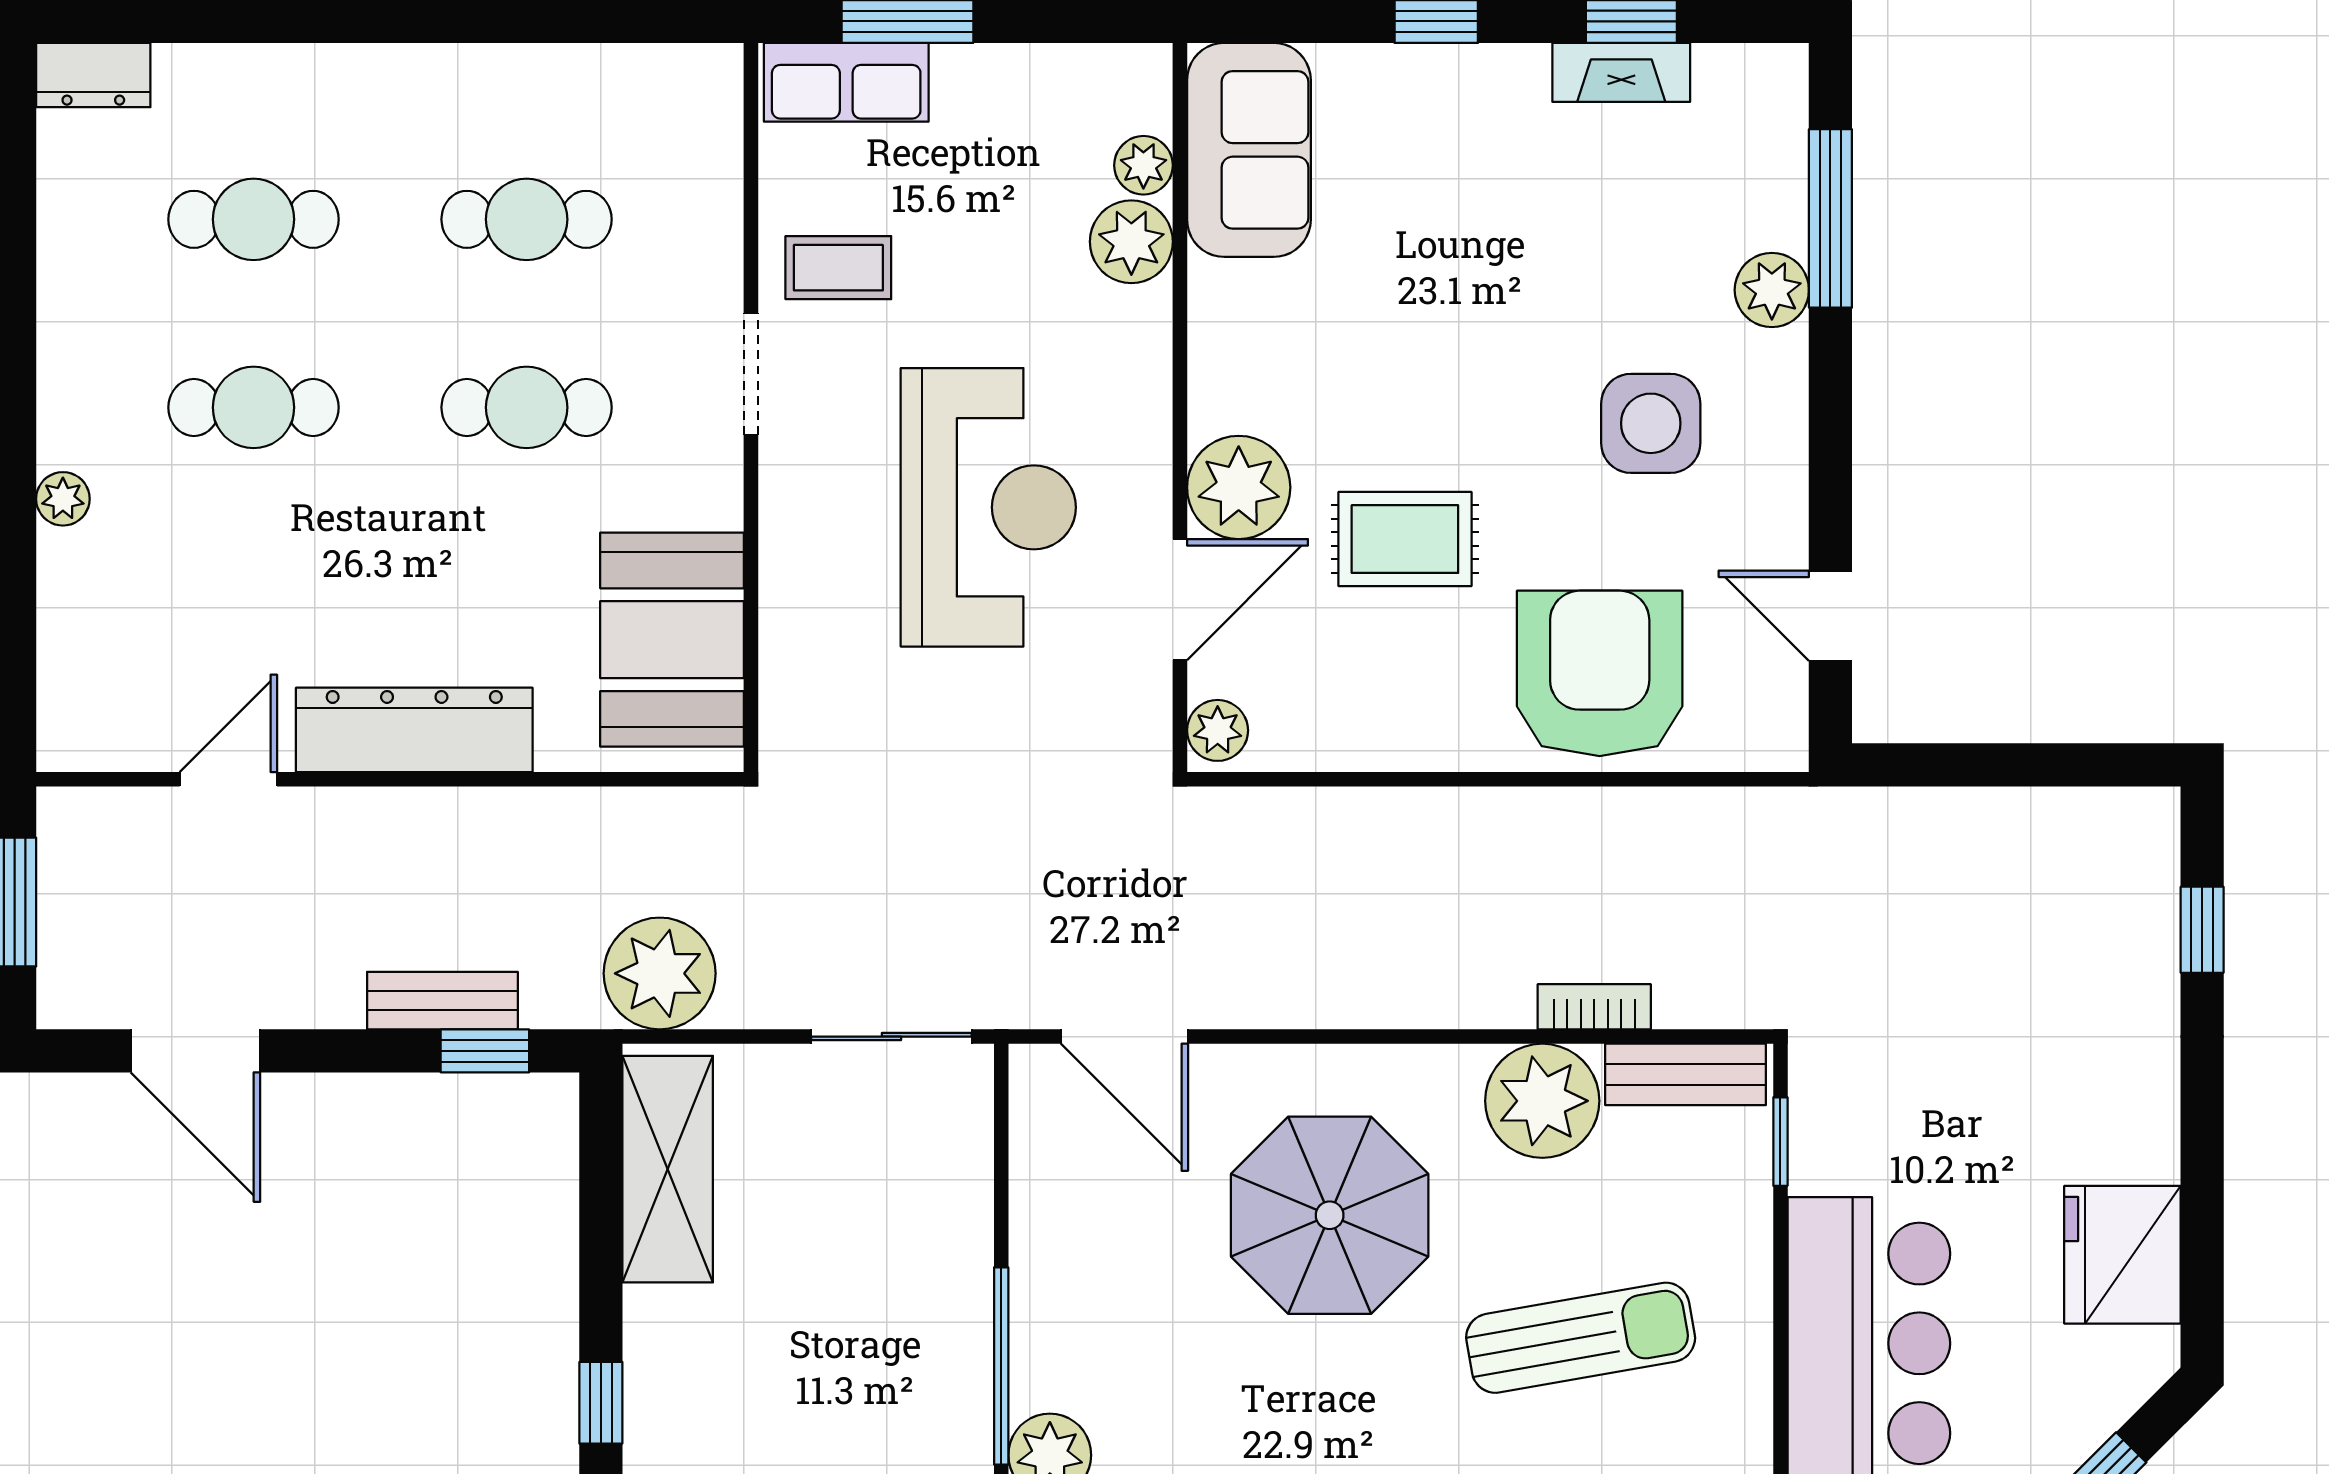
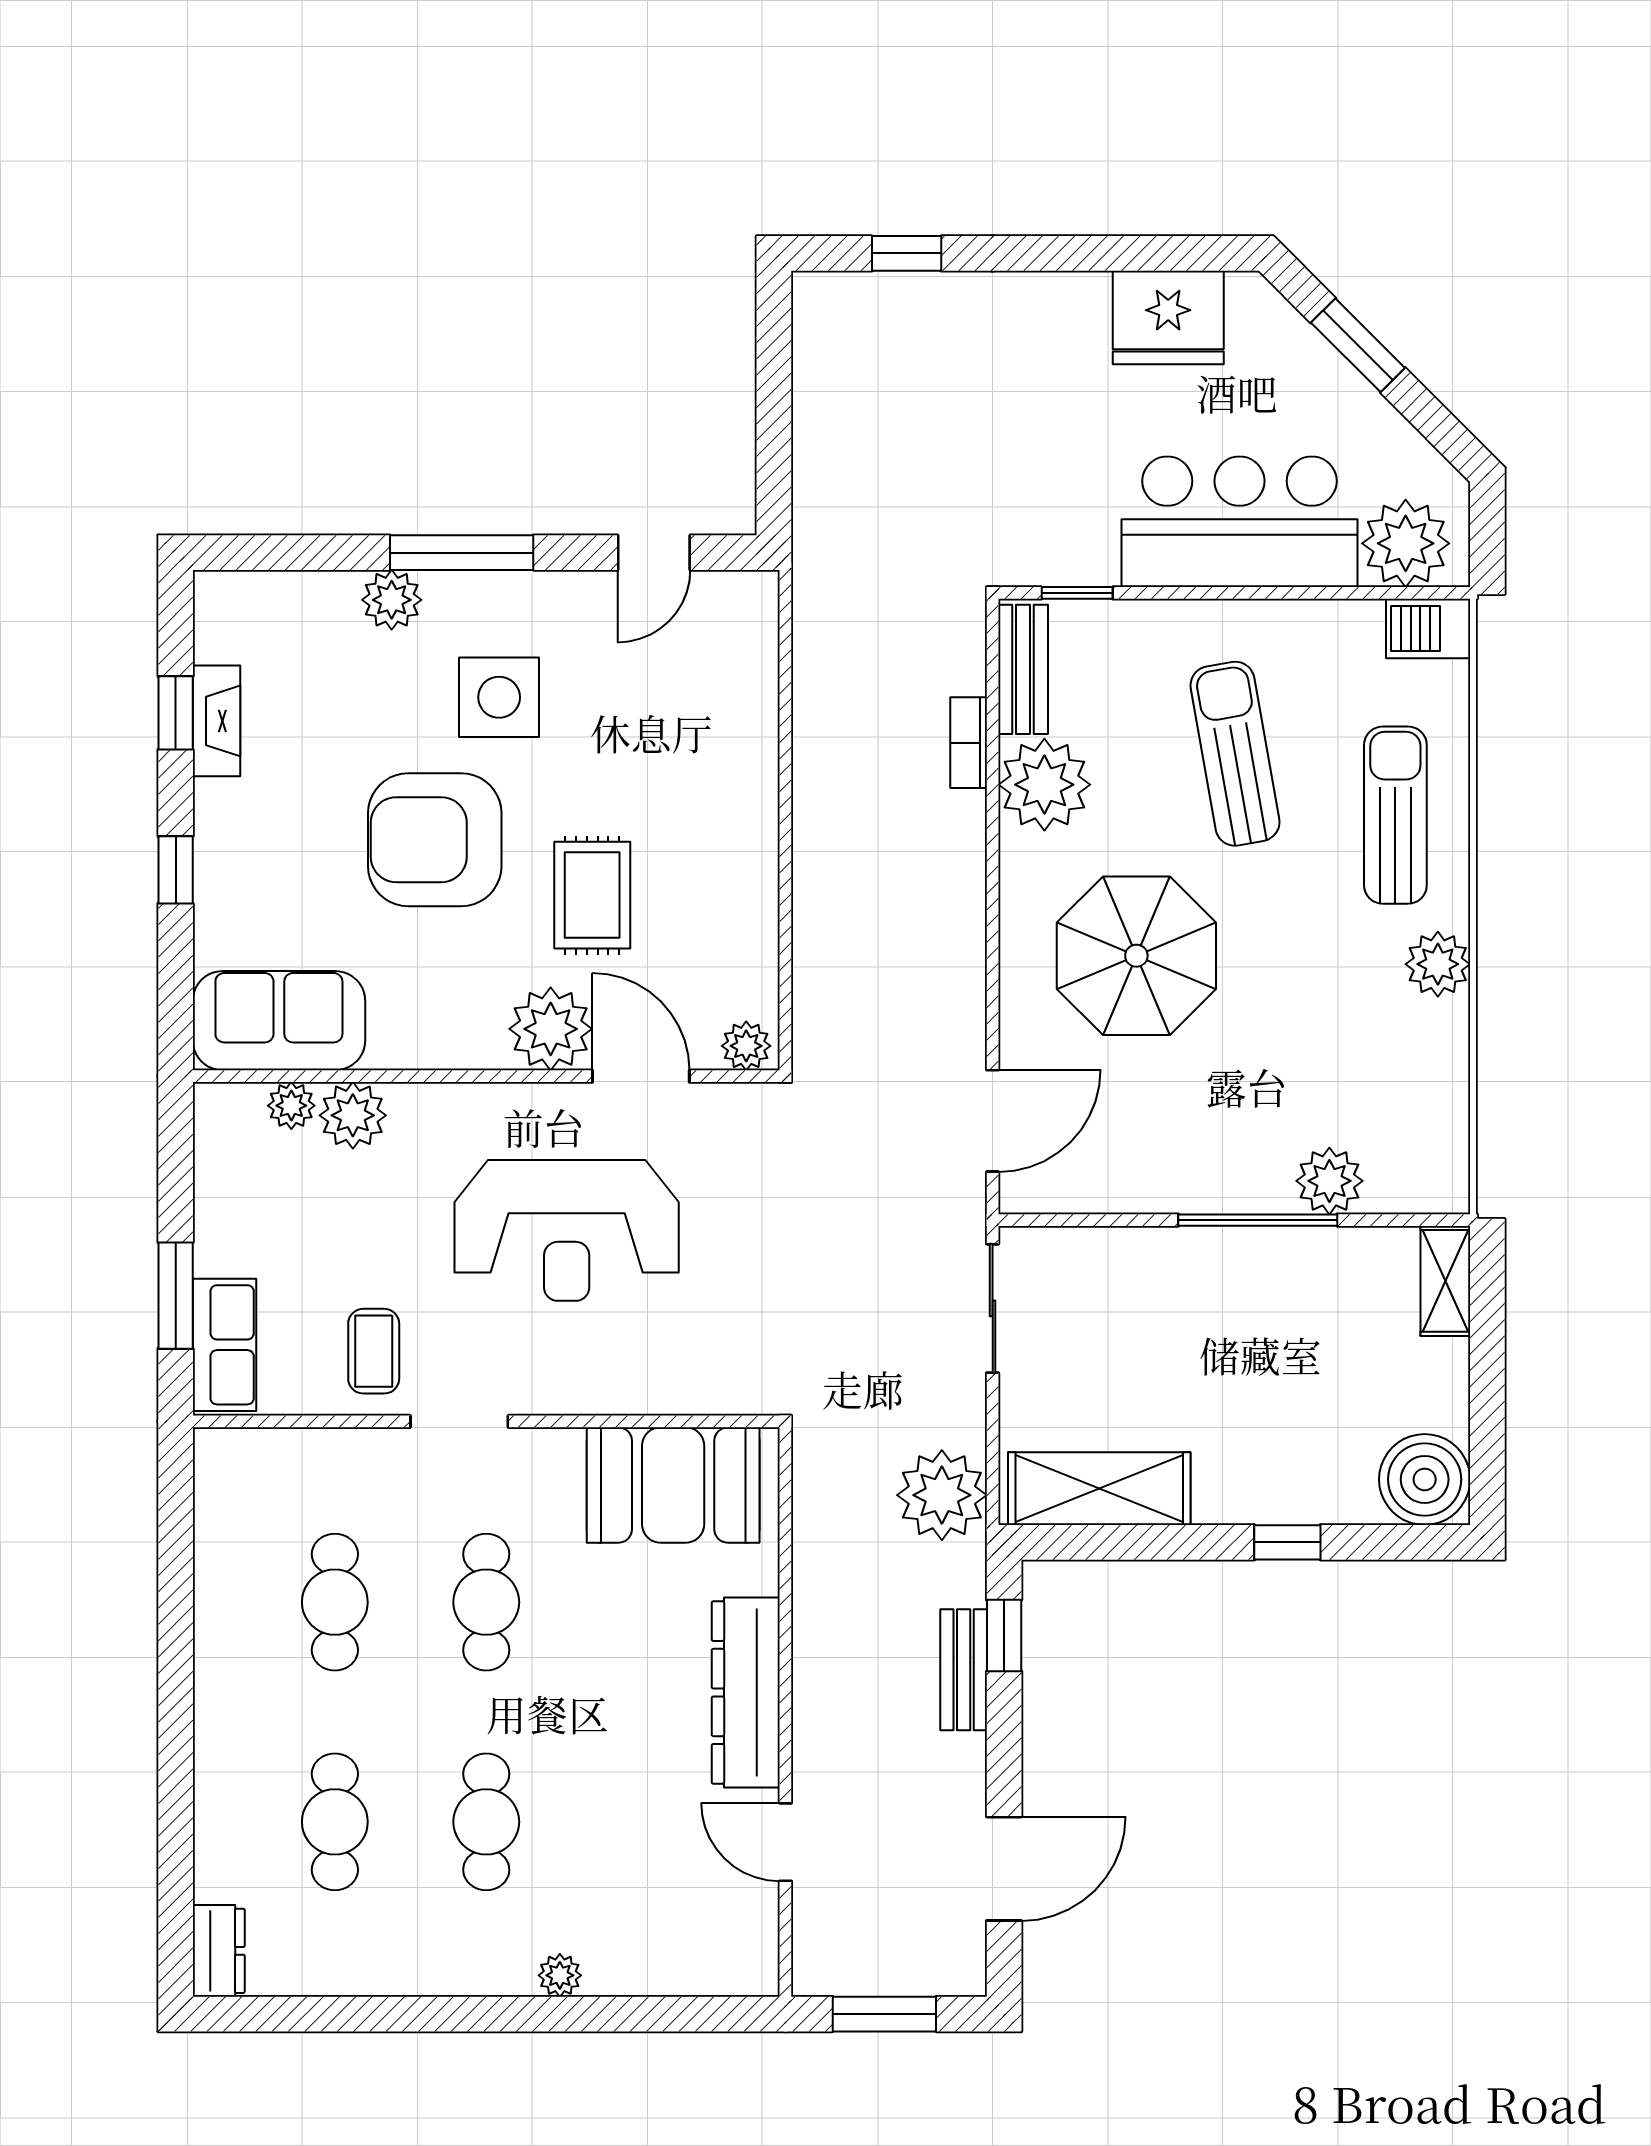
window: (1830, 218) -> (462, 553), moved
reception desk: (988, 507) -> (567, 1230), turned 180
armchair: (1600, 673) -> (435, 840), moved

